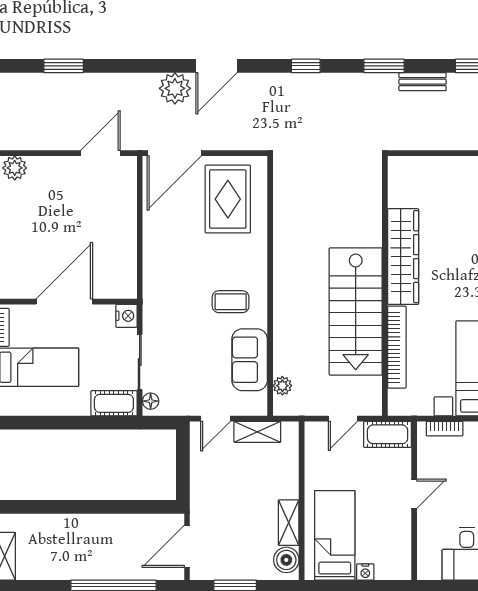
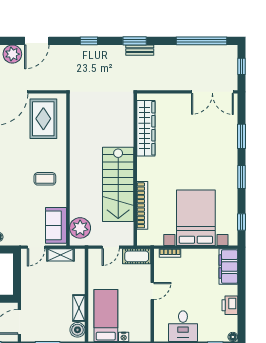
bench: (423, 82) -> (140, 50), moved
wardrobe: (403, 257) -> (146, 128), moved
sofa: (250, 360) -> (56, 225), moved
plant: (282, 386) -> (80, 228), width x1.87, depth x1.87

